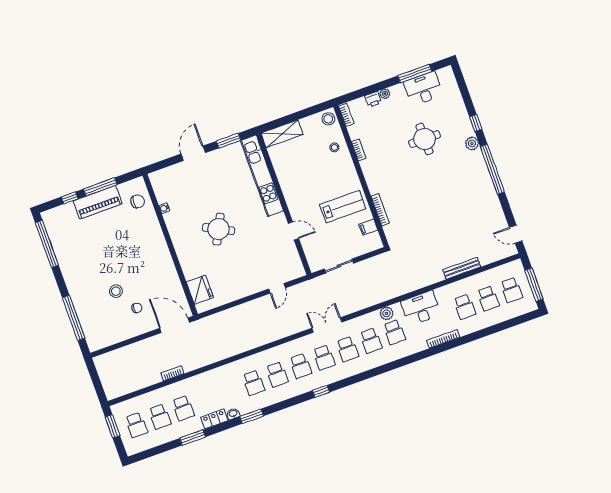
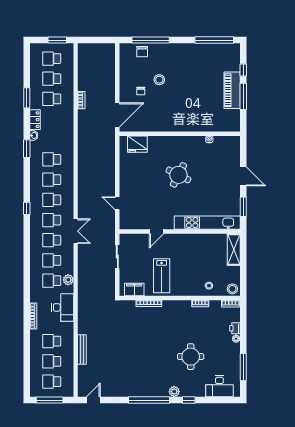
desk: (423, 89) -> (219, 386), moved, turned 90
chair: (138, 201) -> (142, 52), moved
filing cabinet: (368, 227) -> (134, 290), width x2.00

